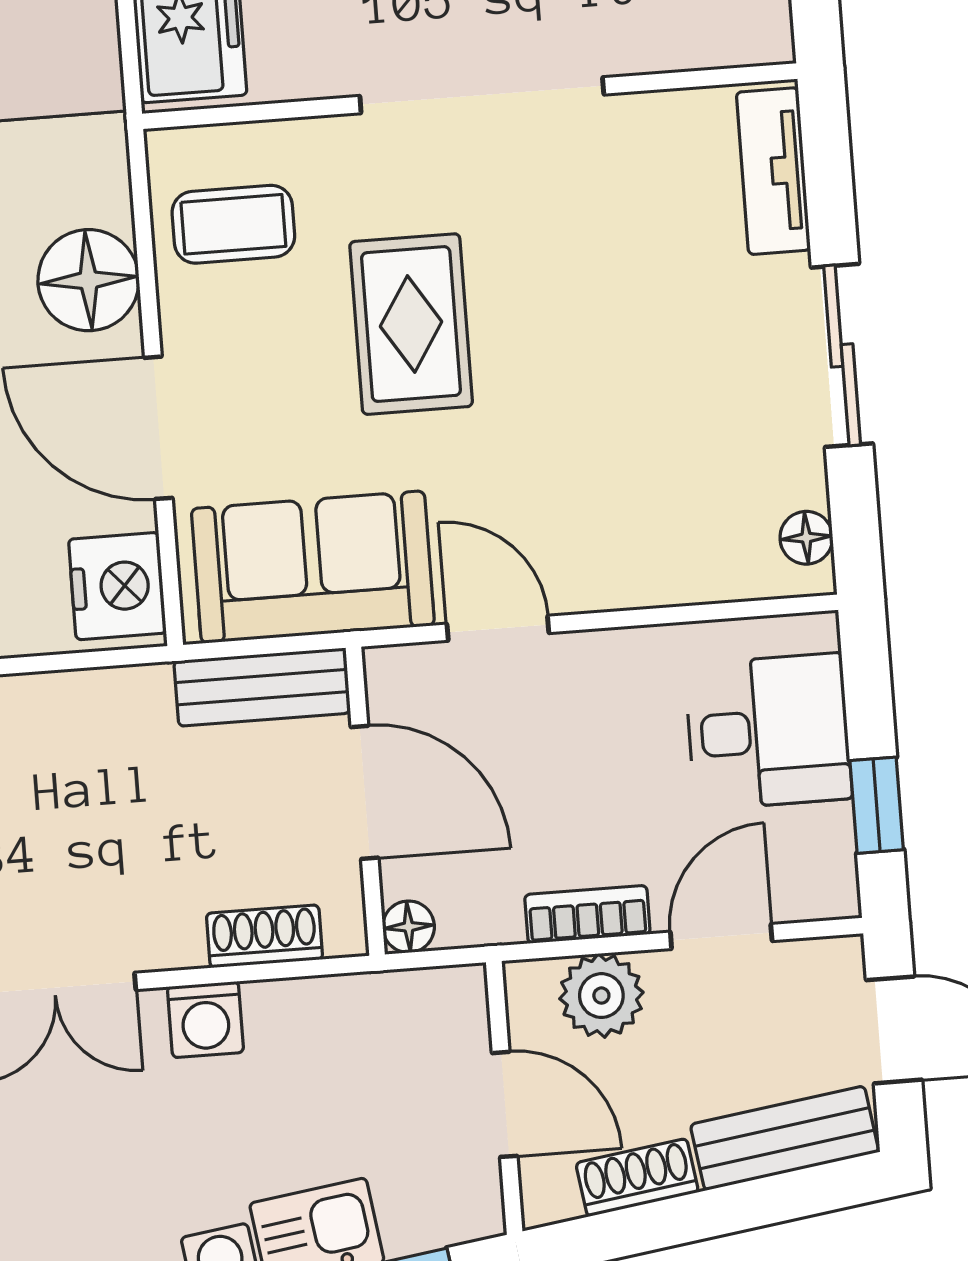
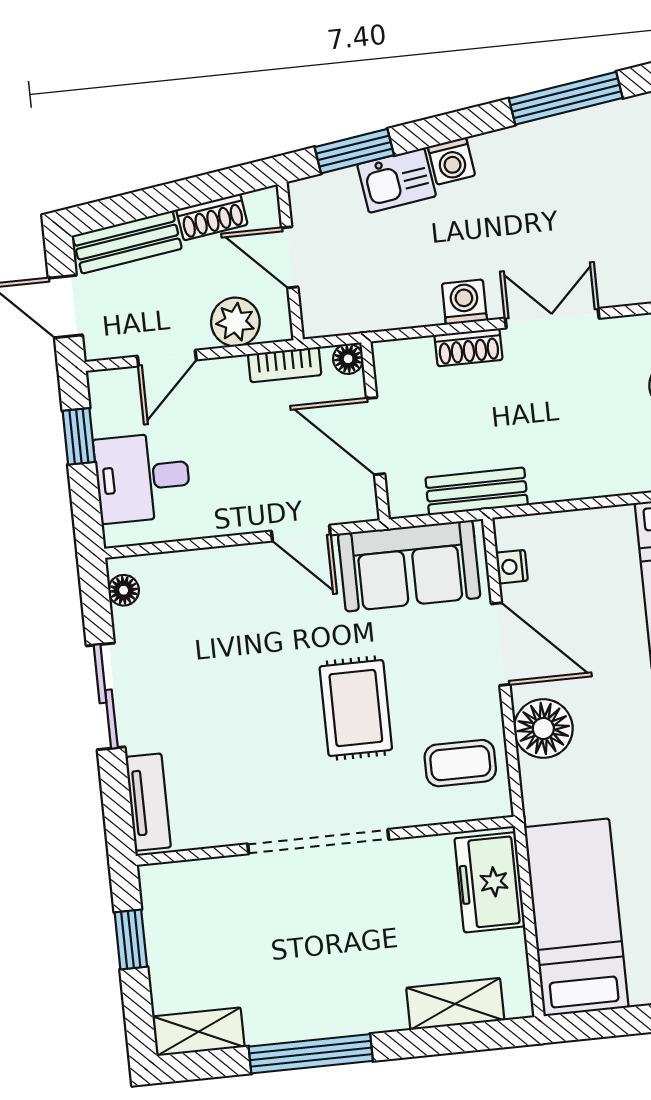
nightstand: (117, 586) -> (512, 567), width x0.53, depth x0.56
bench: (262, 687) -> (477, 491), moved
bookcase: (587, 914) -> (285, 365), moved
shoe rack: (264, 936) -> (469, 347), moved

